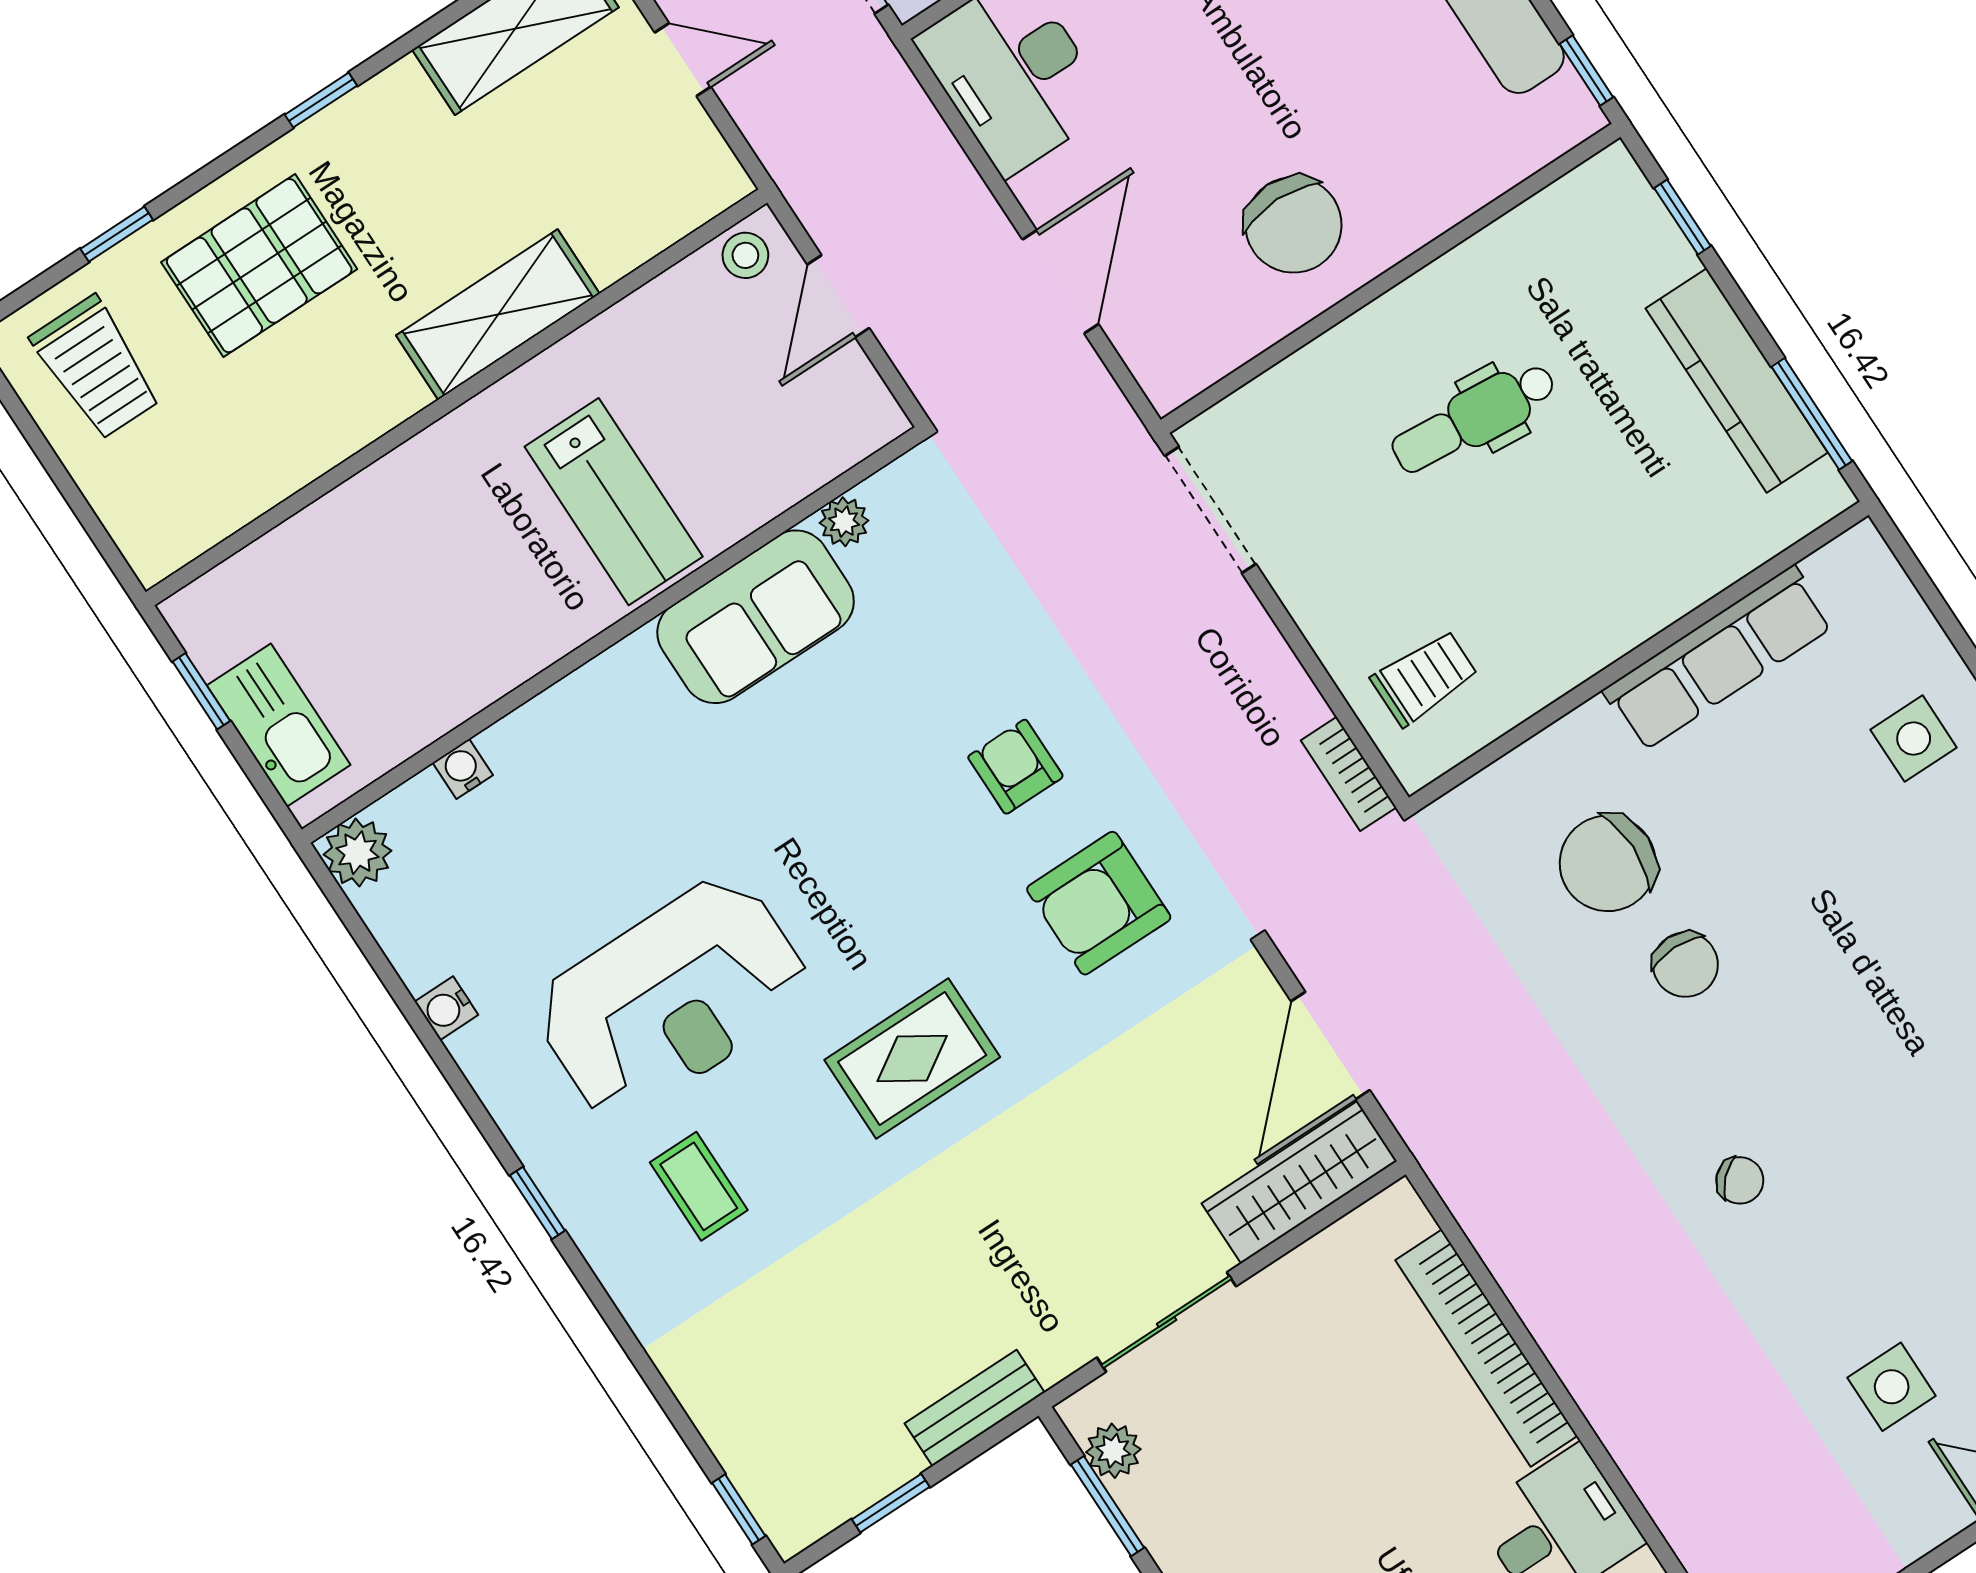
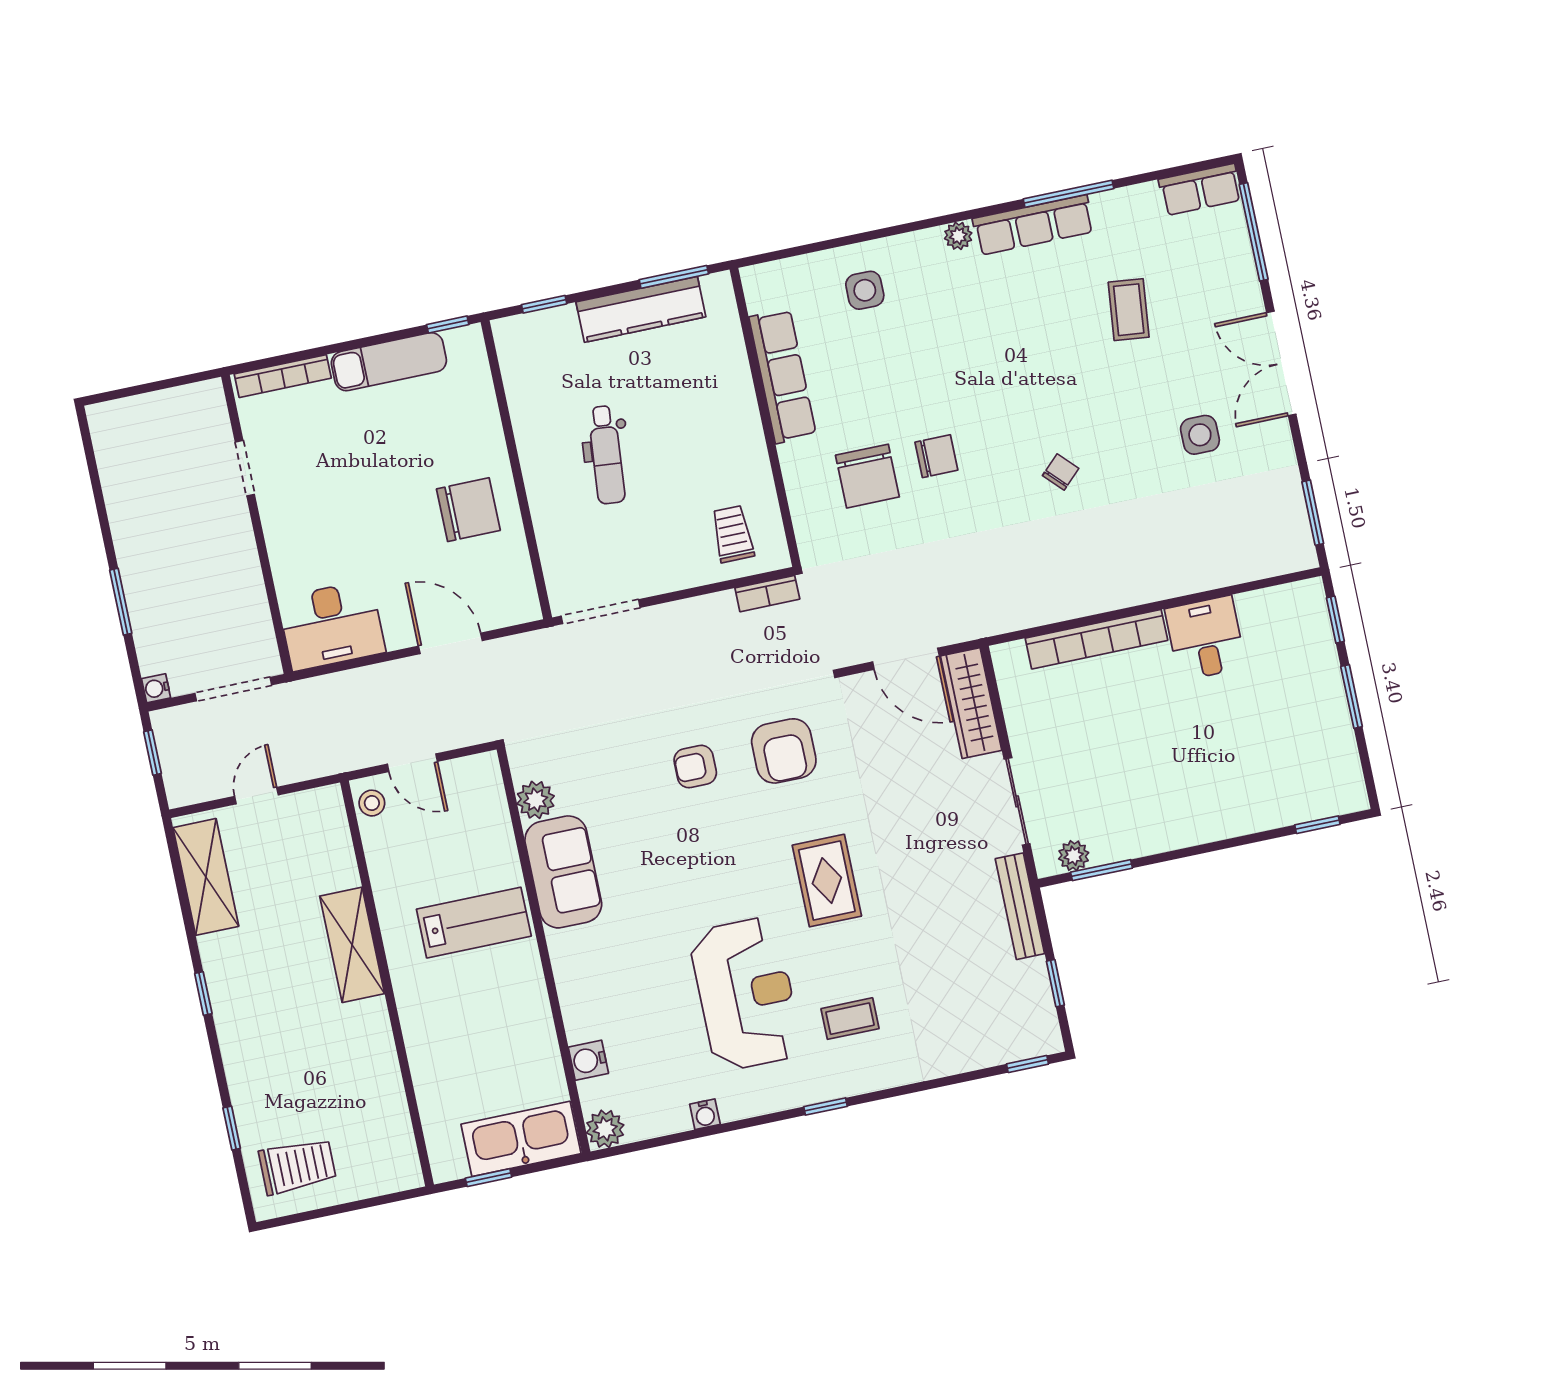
pallet: (259, 266) -> (277, 1060), removed
plant: (844, 522) -> (536, 800), width x1.38, depth x1.38
kitchen sink: (279, 725) -> (521, 1139), width x1.36, depth x1.24
water cooler: (463, 769) -> (588, 1060), width x1.38, depth x1.38
bench: (975, 1408) -> (1020, 906), width x1.36

